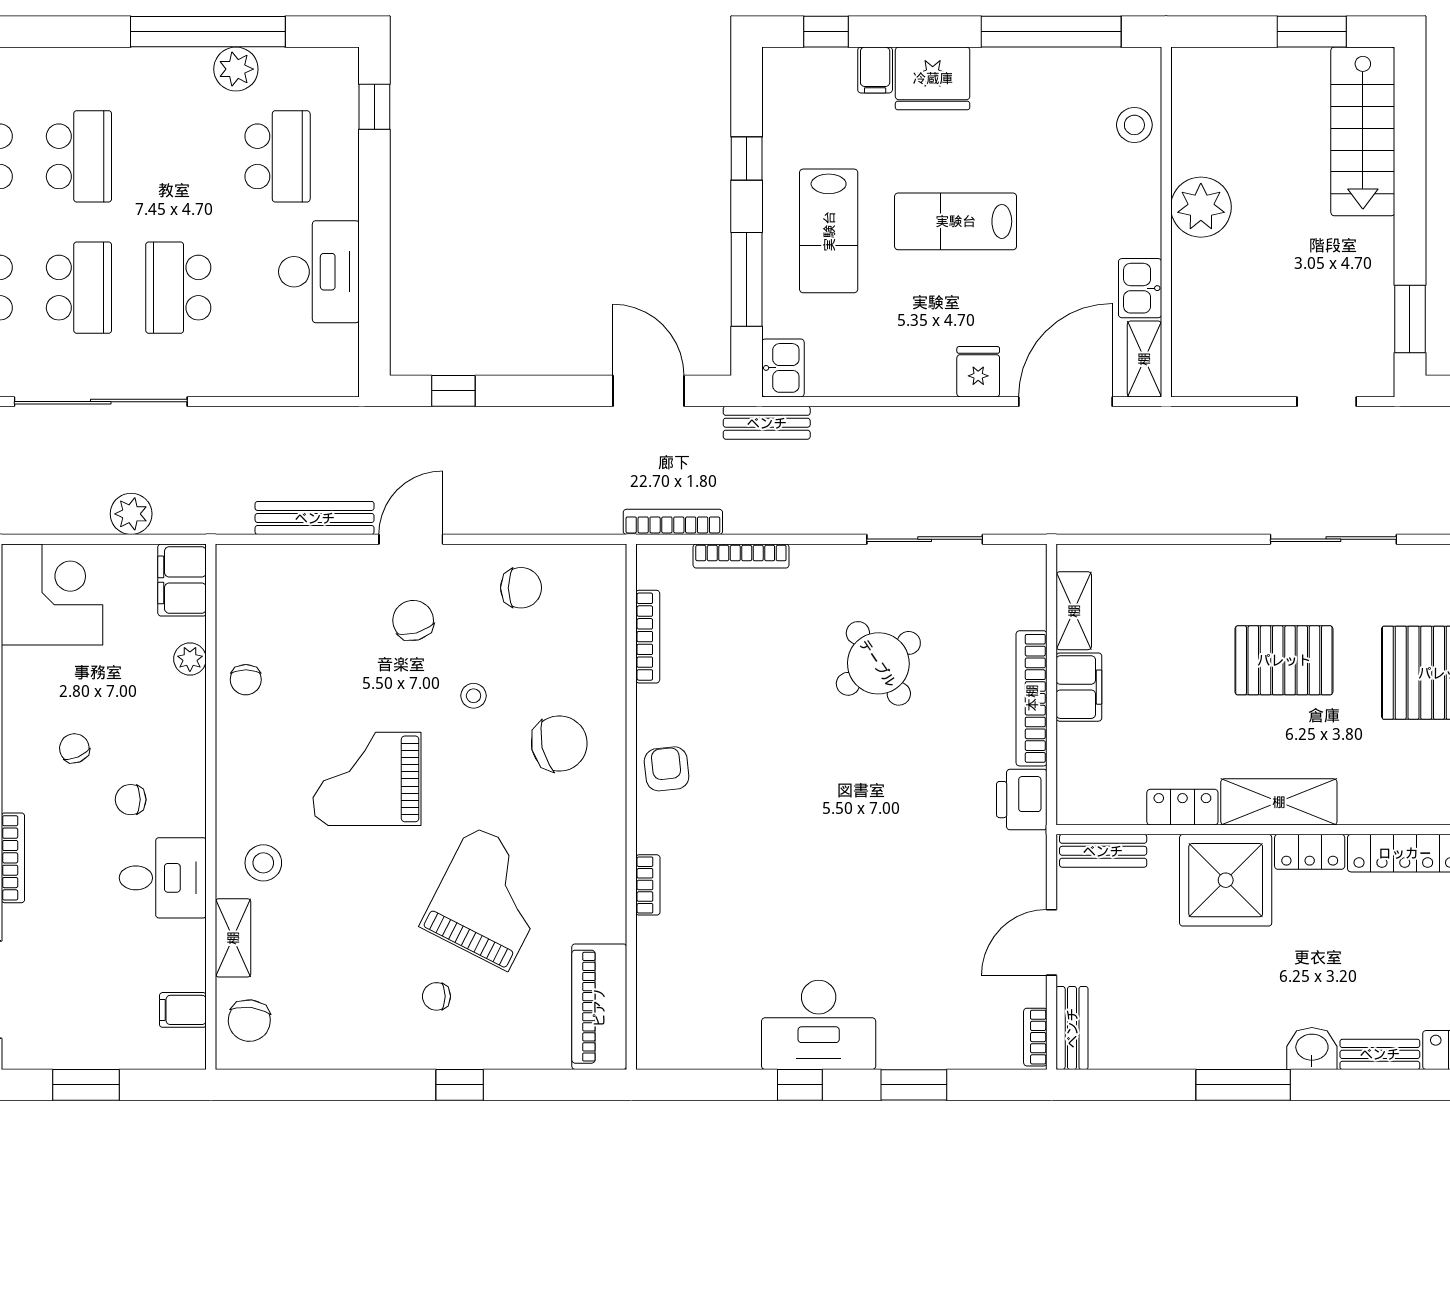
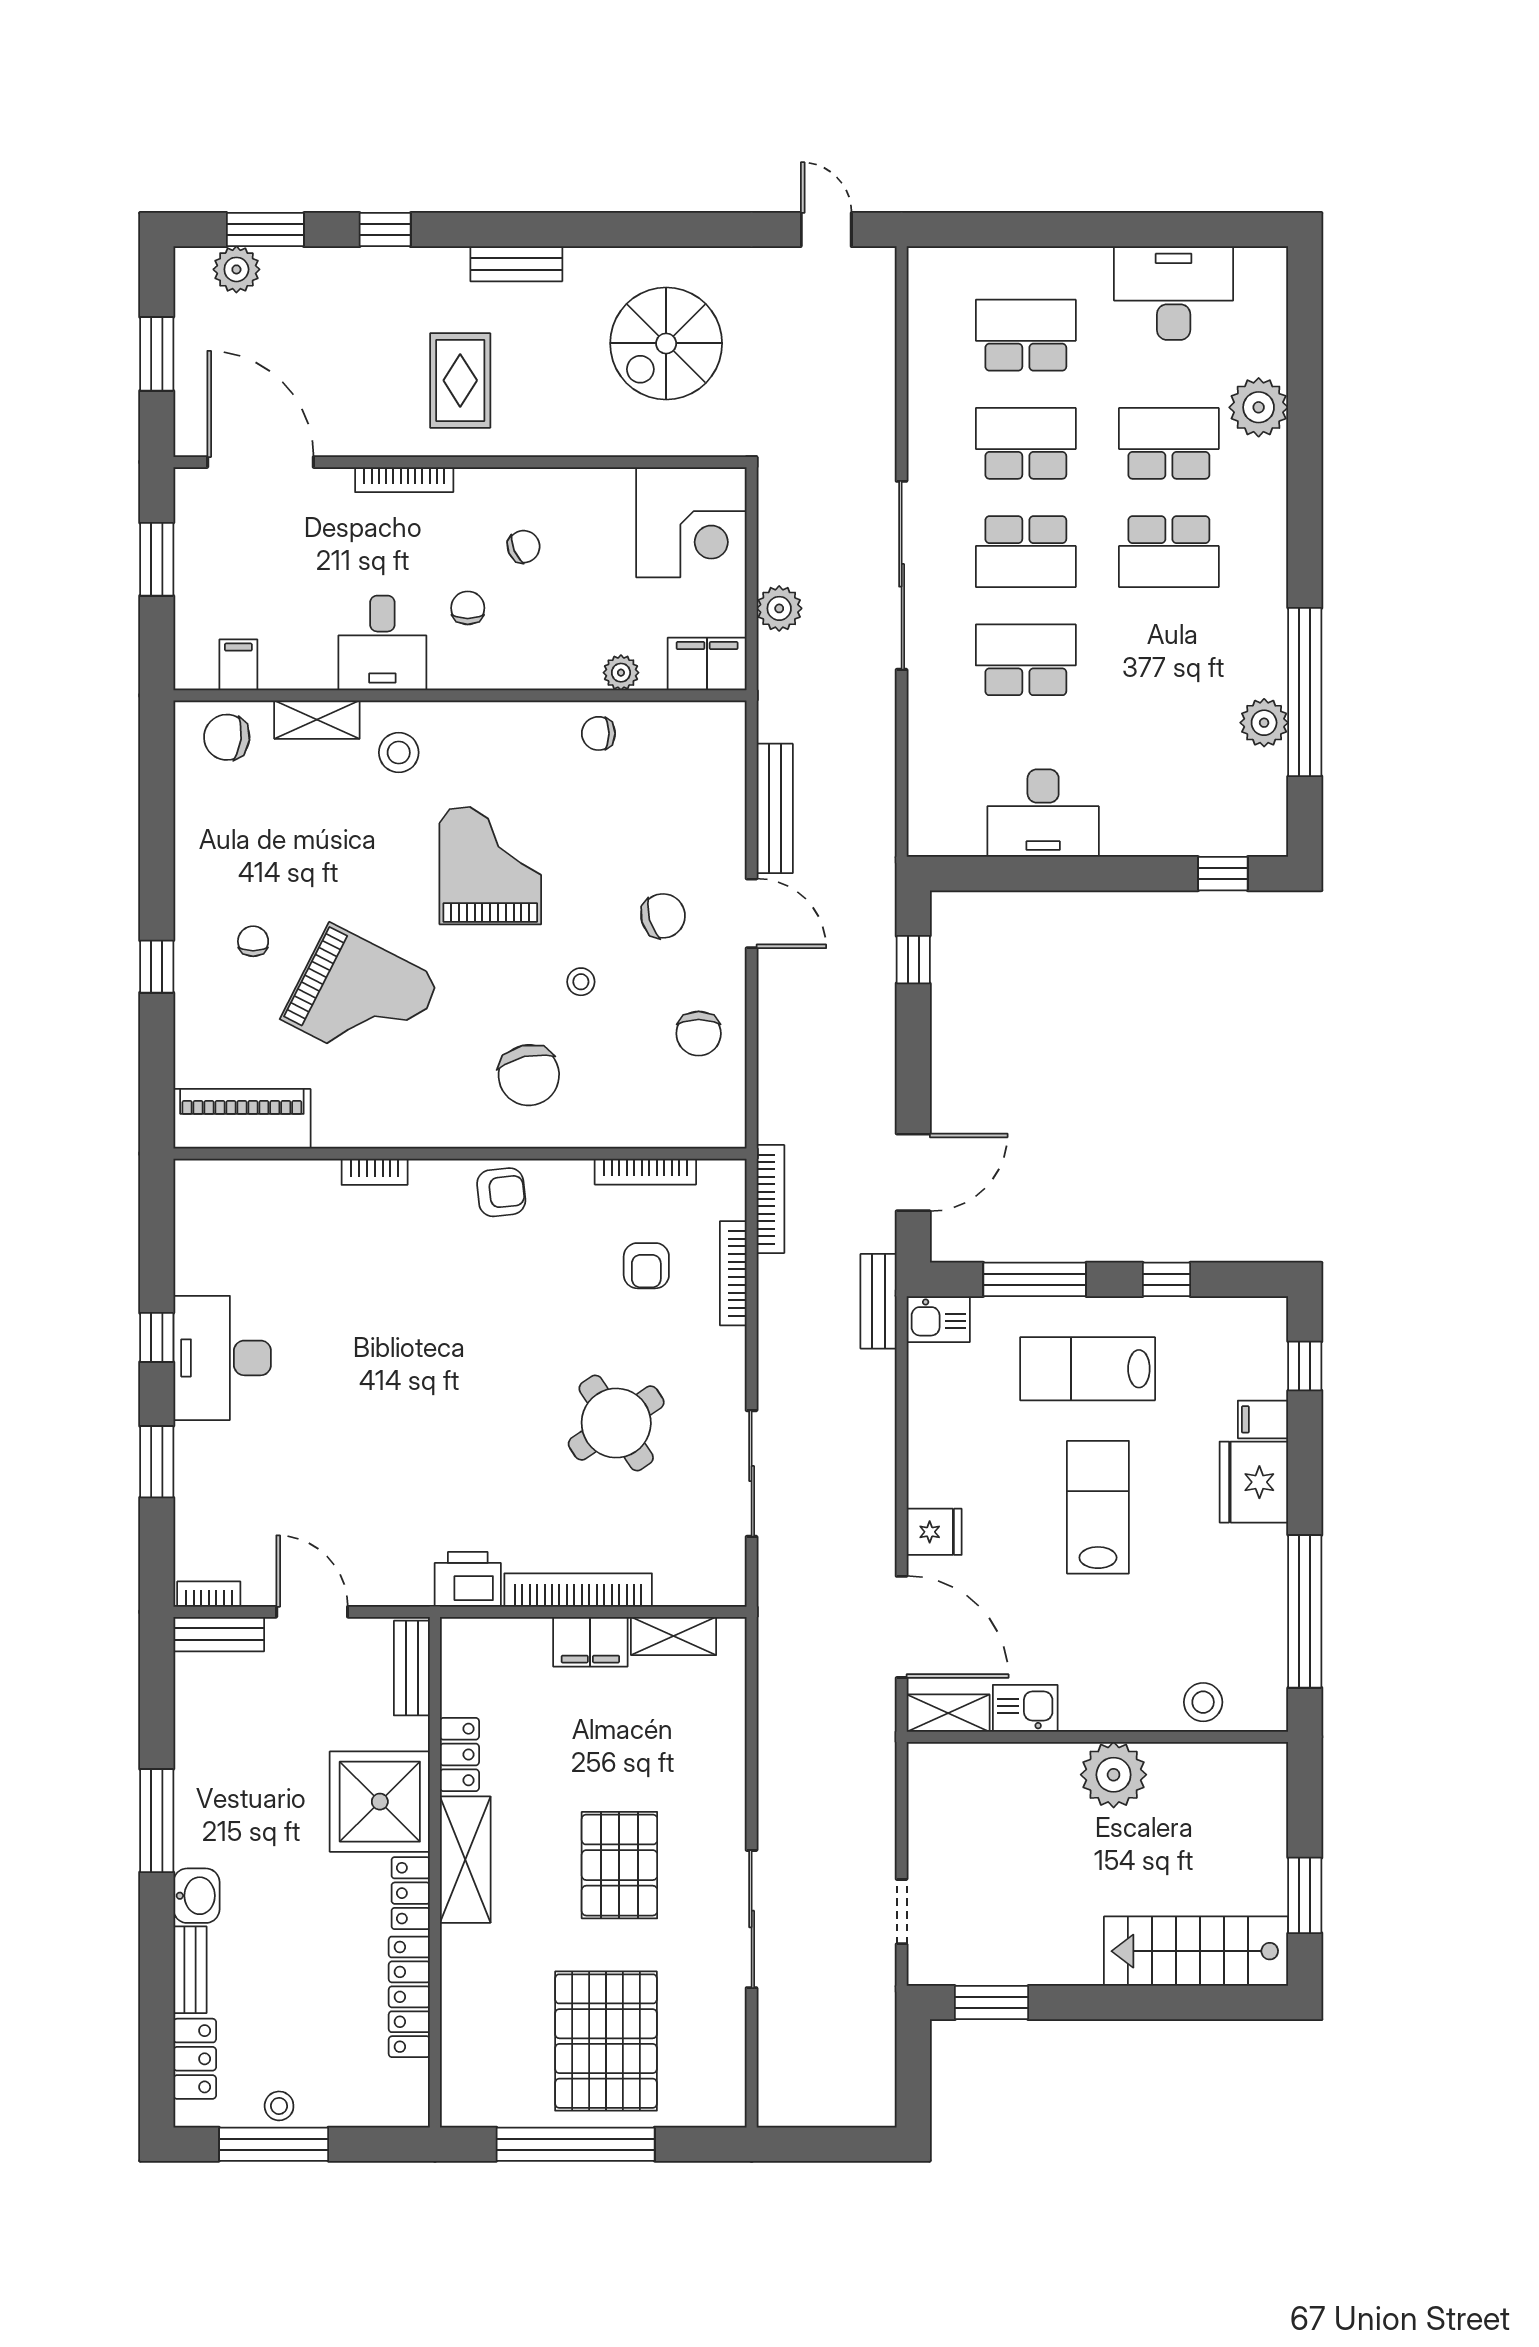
school desk: (278, 156) -> (1169, 768), removed
armchair: (734, 636) -> (646, 1266), added

